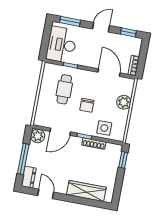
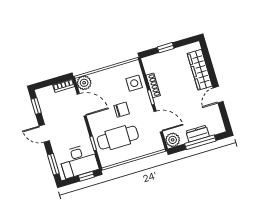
window: (45, 45) -> (86, 176), added
door: (109, 73) -> (82, 105), swing flipped
cafe table: (64, 89) -> (118, 138), width x1.37, depth x1.35
plant: (124, 102) -> (84, 83), moved
window: (123, 160) -> (166, 48), moved
dresser: (29, 177) -> (198, 134), moved
door: (46, 194) -> (218, 95), moved

